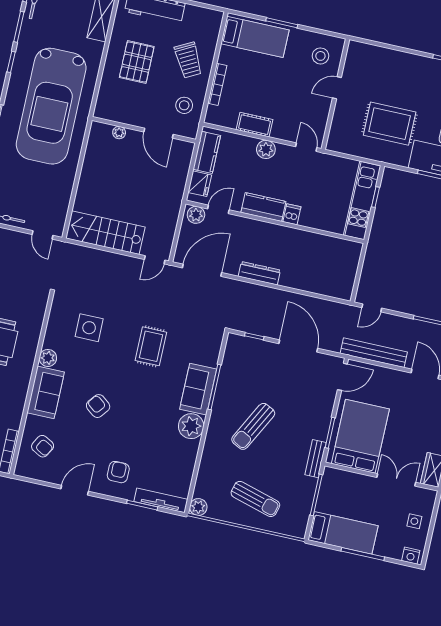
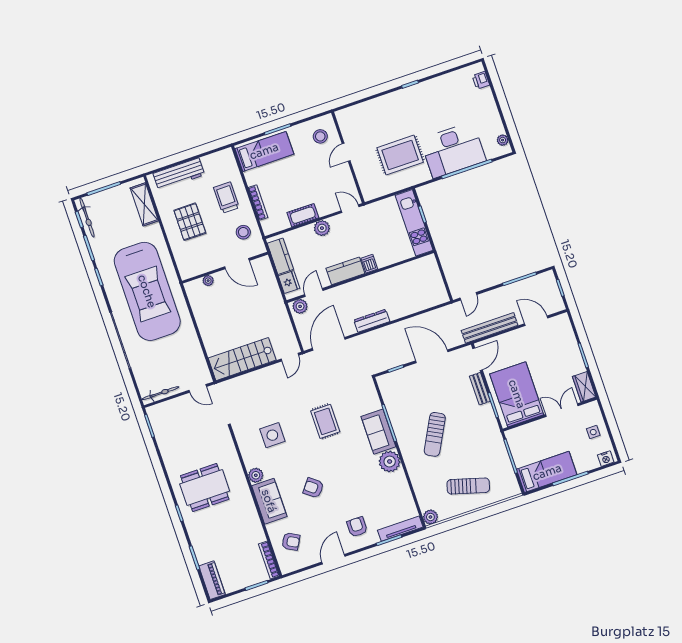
trolley: (188, 60) -> (226, 198), turned -152
bench: (316, 459) -> (480, 389), moved

